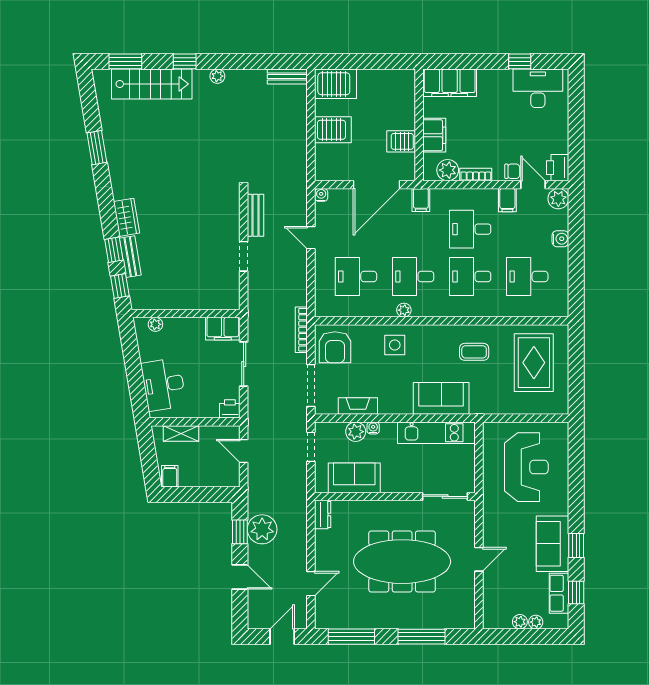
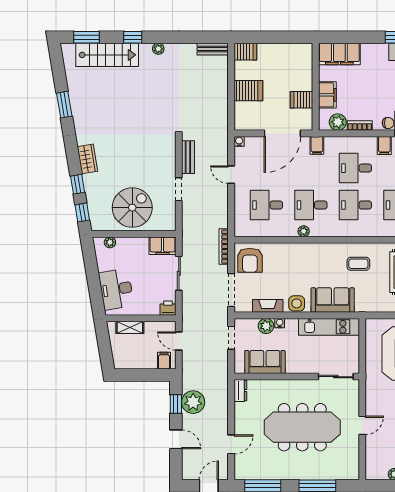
server rack: (335, 84) -> (245, 52), width x0.73, depth x0.70
bench: (130, 257) -> (90, 190), removed
spiral stairs: (184, 280) -> (132, 208), added
side table: (395, 345) -> (297, 303), moved
filing cabinet: (170, 476) -> (164, 361), moved

